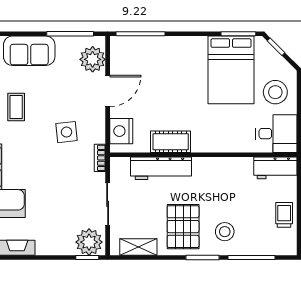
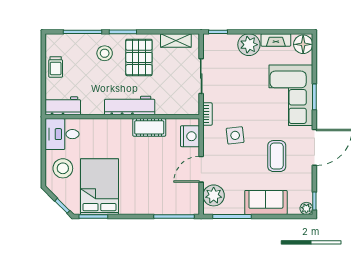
coffee table: (16, 107) -> (277, 156), width x1.36, depth x1.30
workbench: (161, 168) -> (130, 106), moved
plant: (89, 242) -> (249, 45), moved

